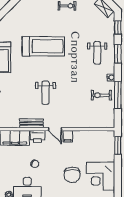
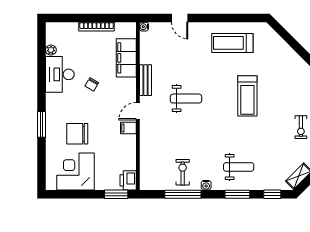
treadmill: (43, 46) -> (247, 96), width x0.73, depth x0.73
weight bench: (97, 53) -> (239, 167), turned 180
weight bench: (45, 93) -> (186, 99), turned 180
printer: (37, 136) -> (128, 180), moved

